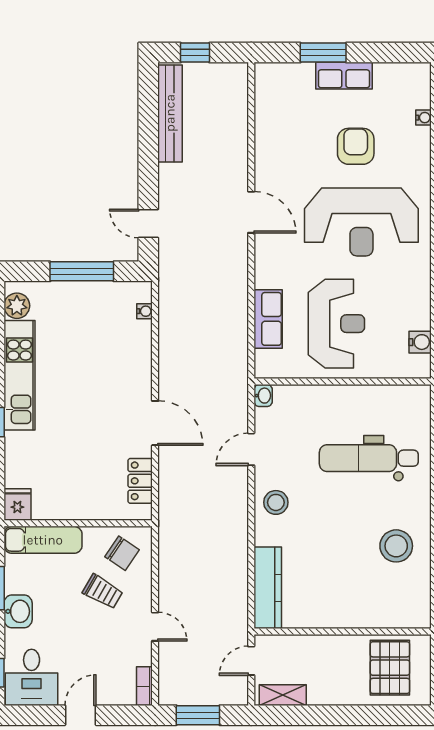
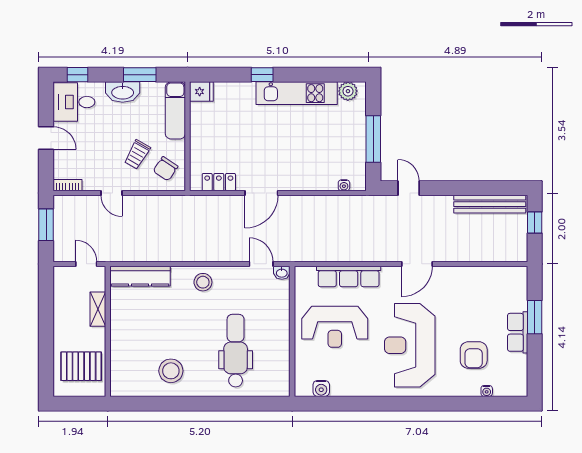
armchair: (356, 146) -> (474, 355), moved, turned 90
door: (148, 223) -> (409, 188), hinge flipped
row of seats: (268, 319) -> (349, 276), width x1.48
door: (251, 449) -> (261, 264), moved
washbasin: (18, 611) -> (123, 92), width x1.38
door: (155, 627) -> (111, 193), hinge flipped
shelving: (283, 695) -> (98, 309), moved

